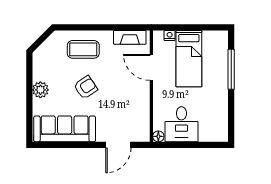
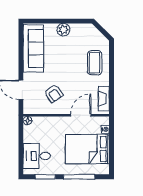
bed: (189, 59) -> (87, 149), width x1.50
armchair: (86, 87) -> (54, 93), moved
window: (231, 113) -> (45, 177), added
desk: (181, 124) -> (37, 156), moved

